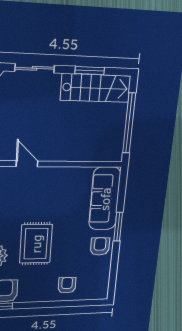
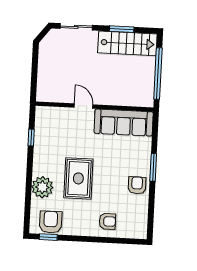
door: (27, 164) -> (84, 106), moved
sofa: (105, 199) -> (124, 123), moved, turned -90
armchair: (67, 285) -> (107, 221), turned 90

